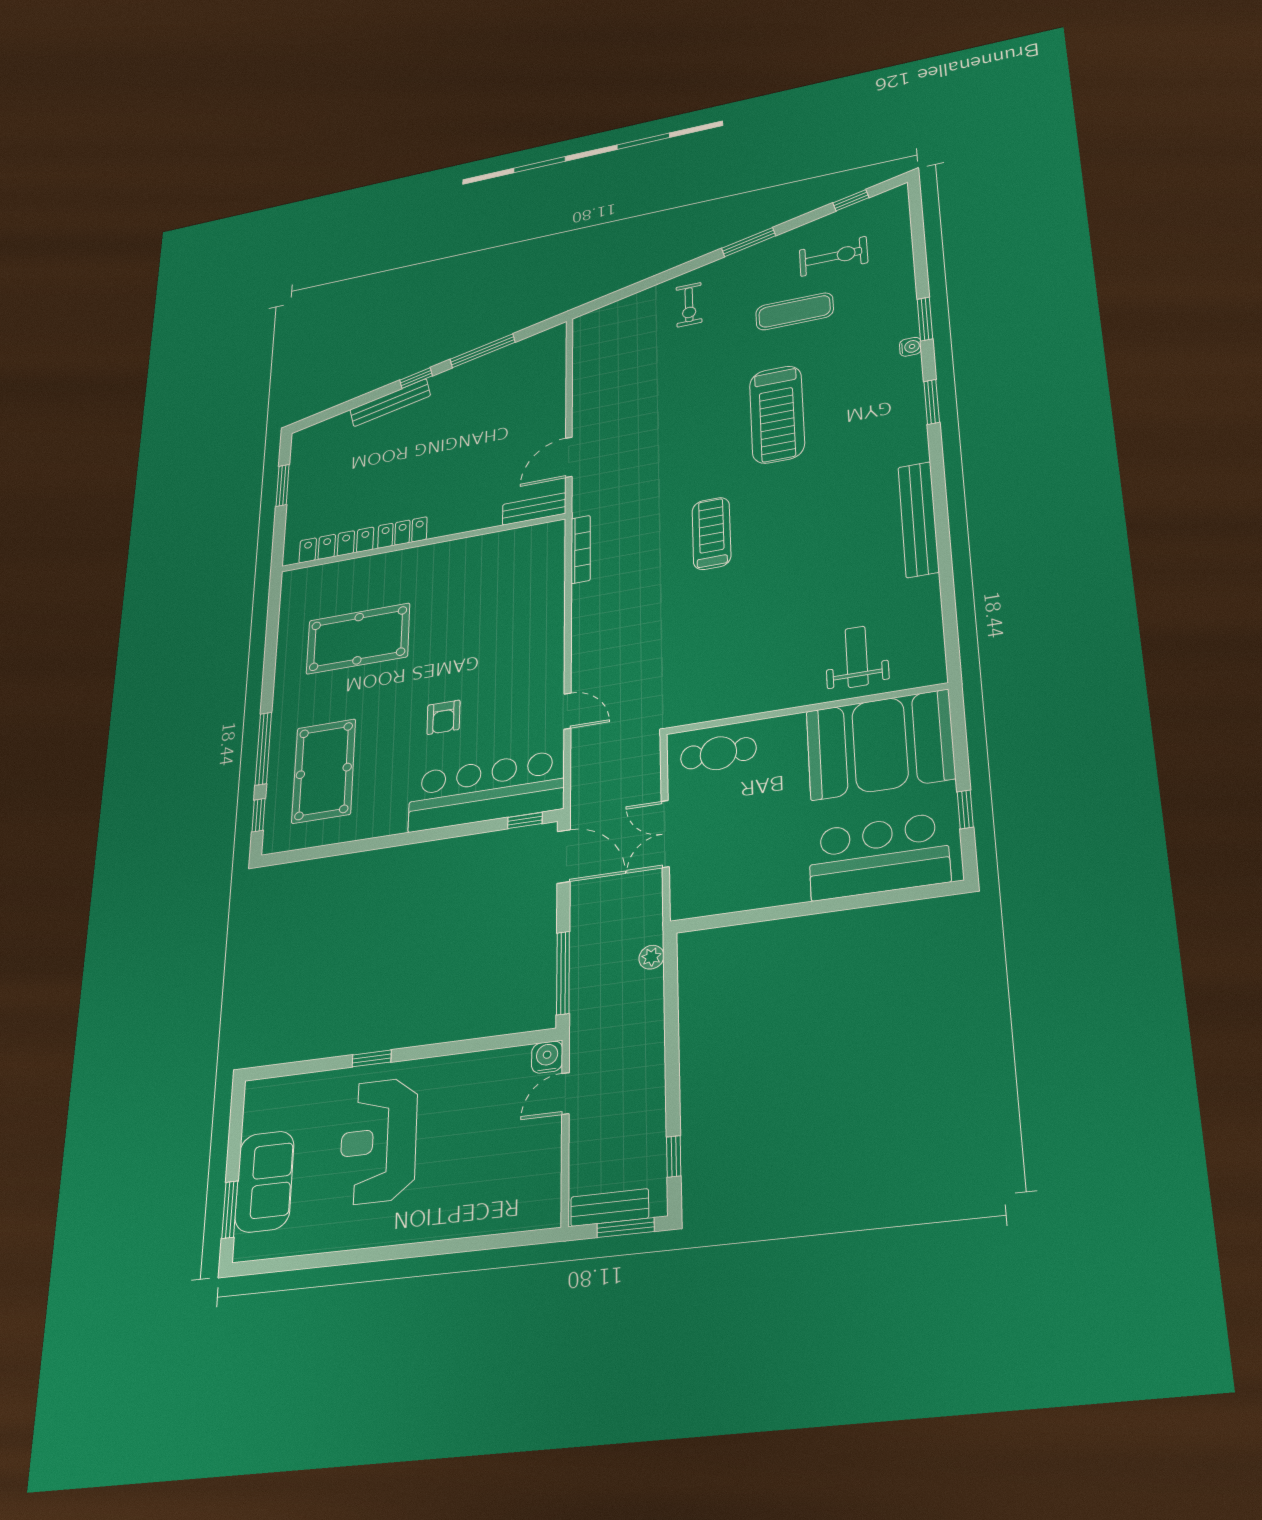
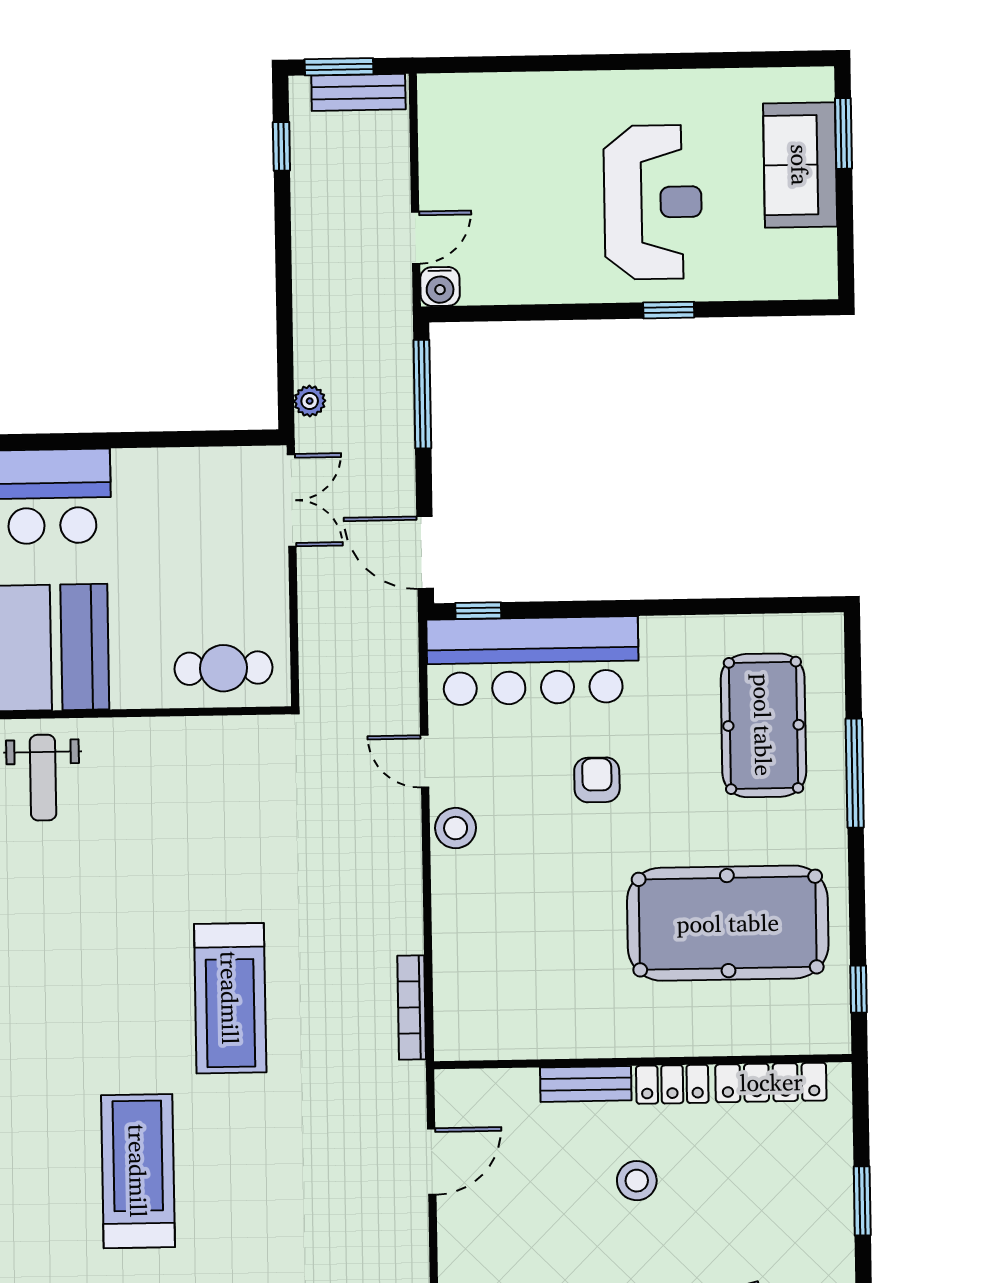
stool: (430, 471) -> (637, 1181), added
bench: (534, 509) -> (586, 1084), moved
treadmill: (711, 533) -> (230, 998), width x1.37, depth x1.38
pool table: (358, 639) -> (728, 923), width x1.36, depth x1.32
stool: (546, 670) -> (456, 828), added
window: (259, 815) -> (858, 989), moved
double door: (665, 834) -> (292, 500), moved

